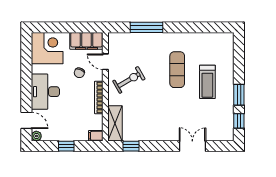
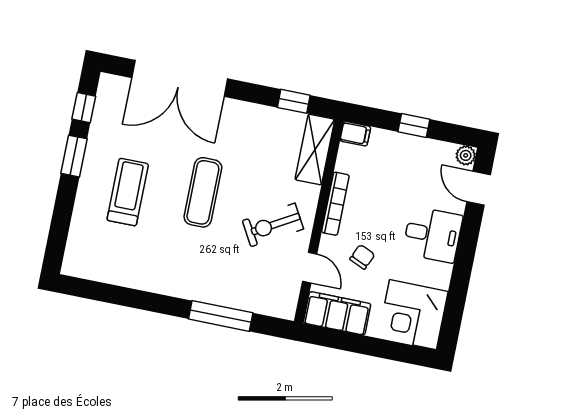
exercise mat: (177, 70) -> (203, 192), moved
desk: (45, 92) -> (433, 235), width x0.73
double door: (192, 146) -> (180, 78), width x1.87

